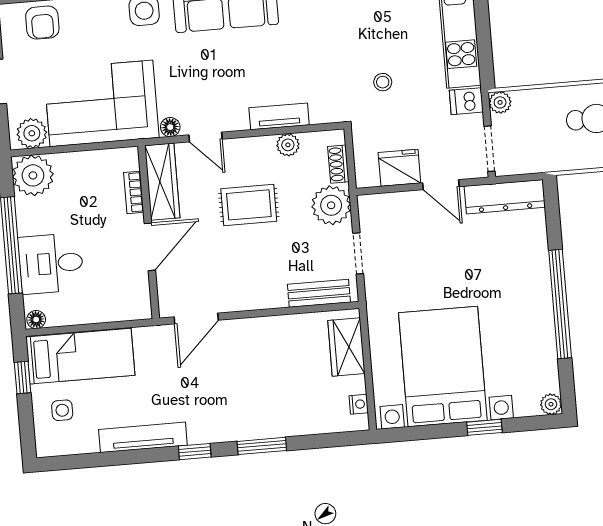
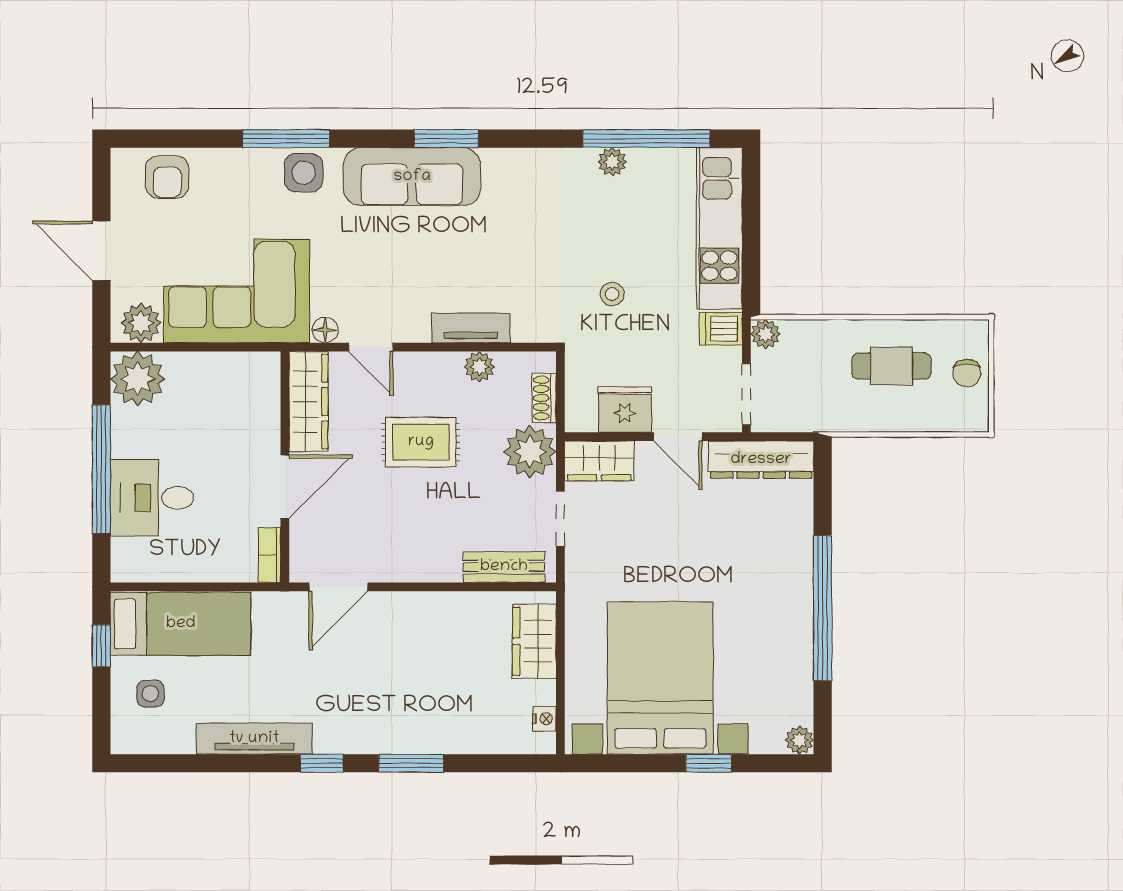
bookcase: (134, 192) -> (270, 555), moved
wardrobe: (383, 208) -> (599, 461), added
floor lamp: (36, 320) -> (126, 570), removed

